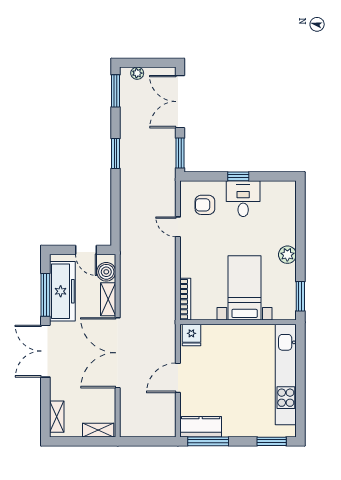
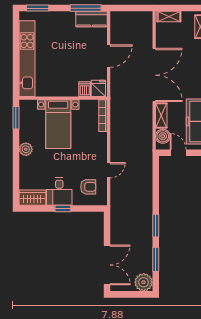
plant: (137, 73) -> (144, 282), width x1.88, depth x1.88
window: (116, 91) -> (156, 259), moved
window: (180, 153) -> (107, 226), removed
wardrobe: (279, 191) -> (32, 198), added
door: (178, 227) -> (109, 170), hinge flipped
dishwasher: (210, 334) -> (85, 89), added

